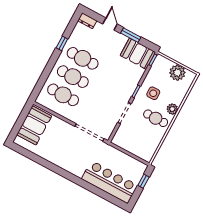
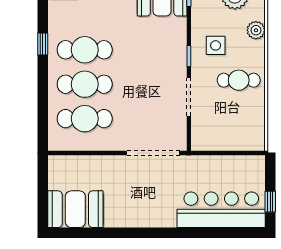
plant: (172, 109) -> (256, 30), moved
booth: (34, 125) -> (75, 209), moved, turned 90
window: (143, 181) -> (270, 202), moved

